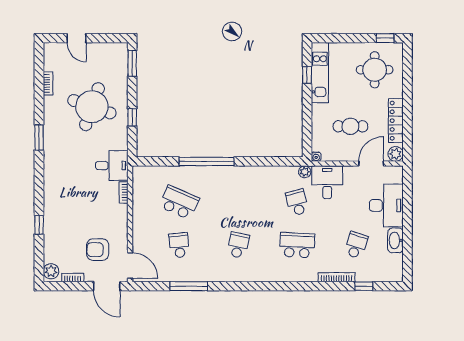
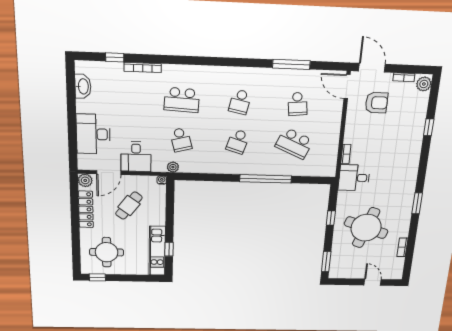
cafe table: (350, 126) -> (129, 206), turned -53
desk: (327, 182) -> (136, 157), moved
washbasin: (395, 240) -> (83, 86), moved
school desk: (356, 245) -> (238, 142), moved

